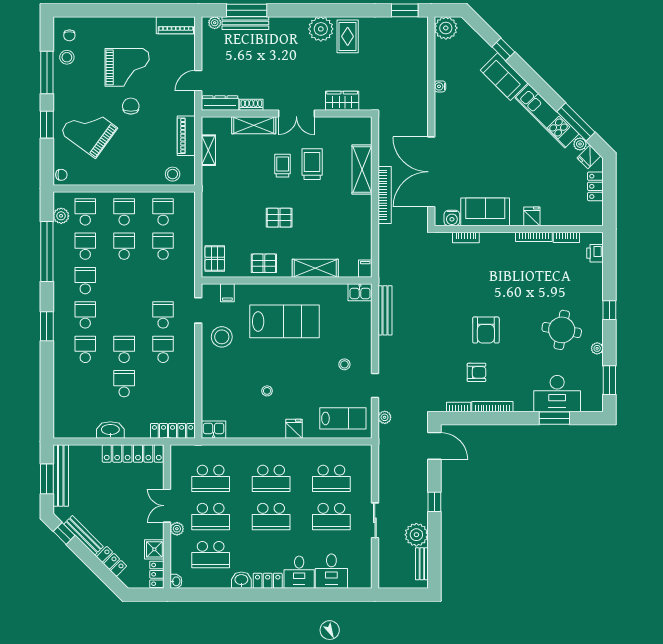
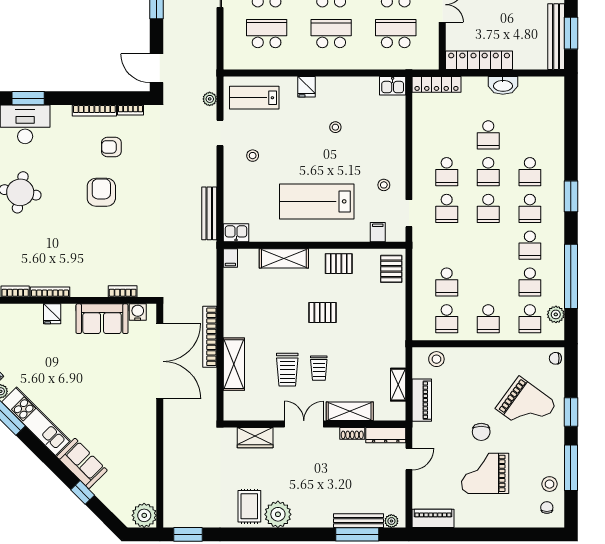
water cooler: (440, 86) -> (150, 453), removed
school desk: (124, 246) -> (488, 208), moved
stool: (222, 337) -> (384, 185), width x0.53, depth x0.53

